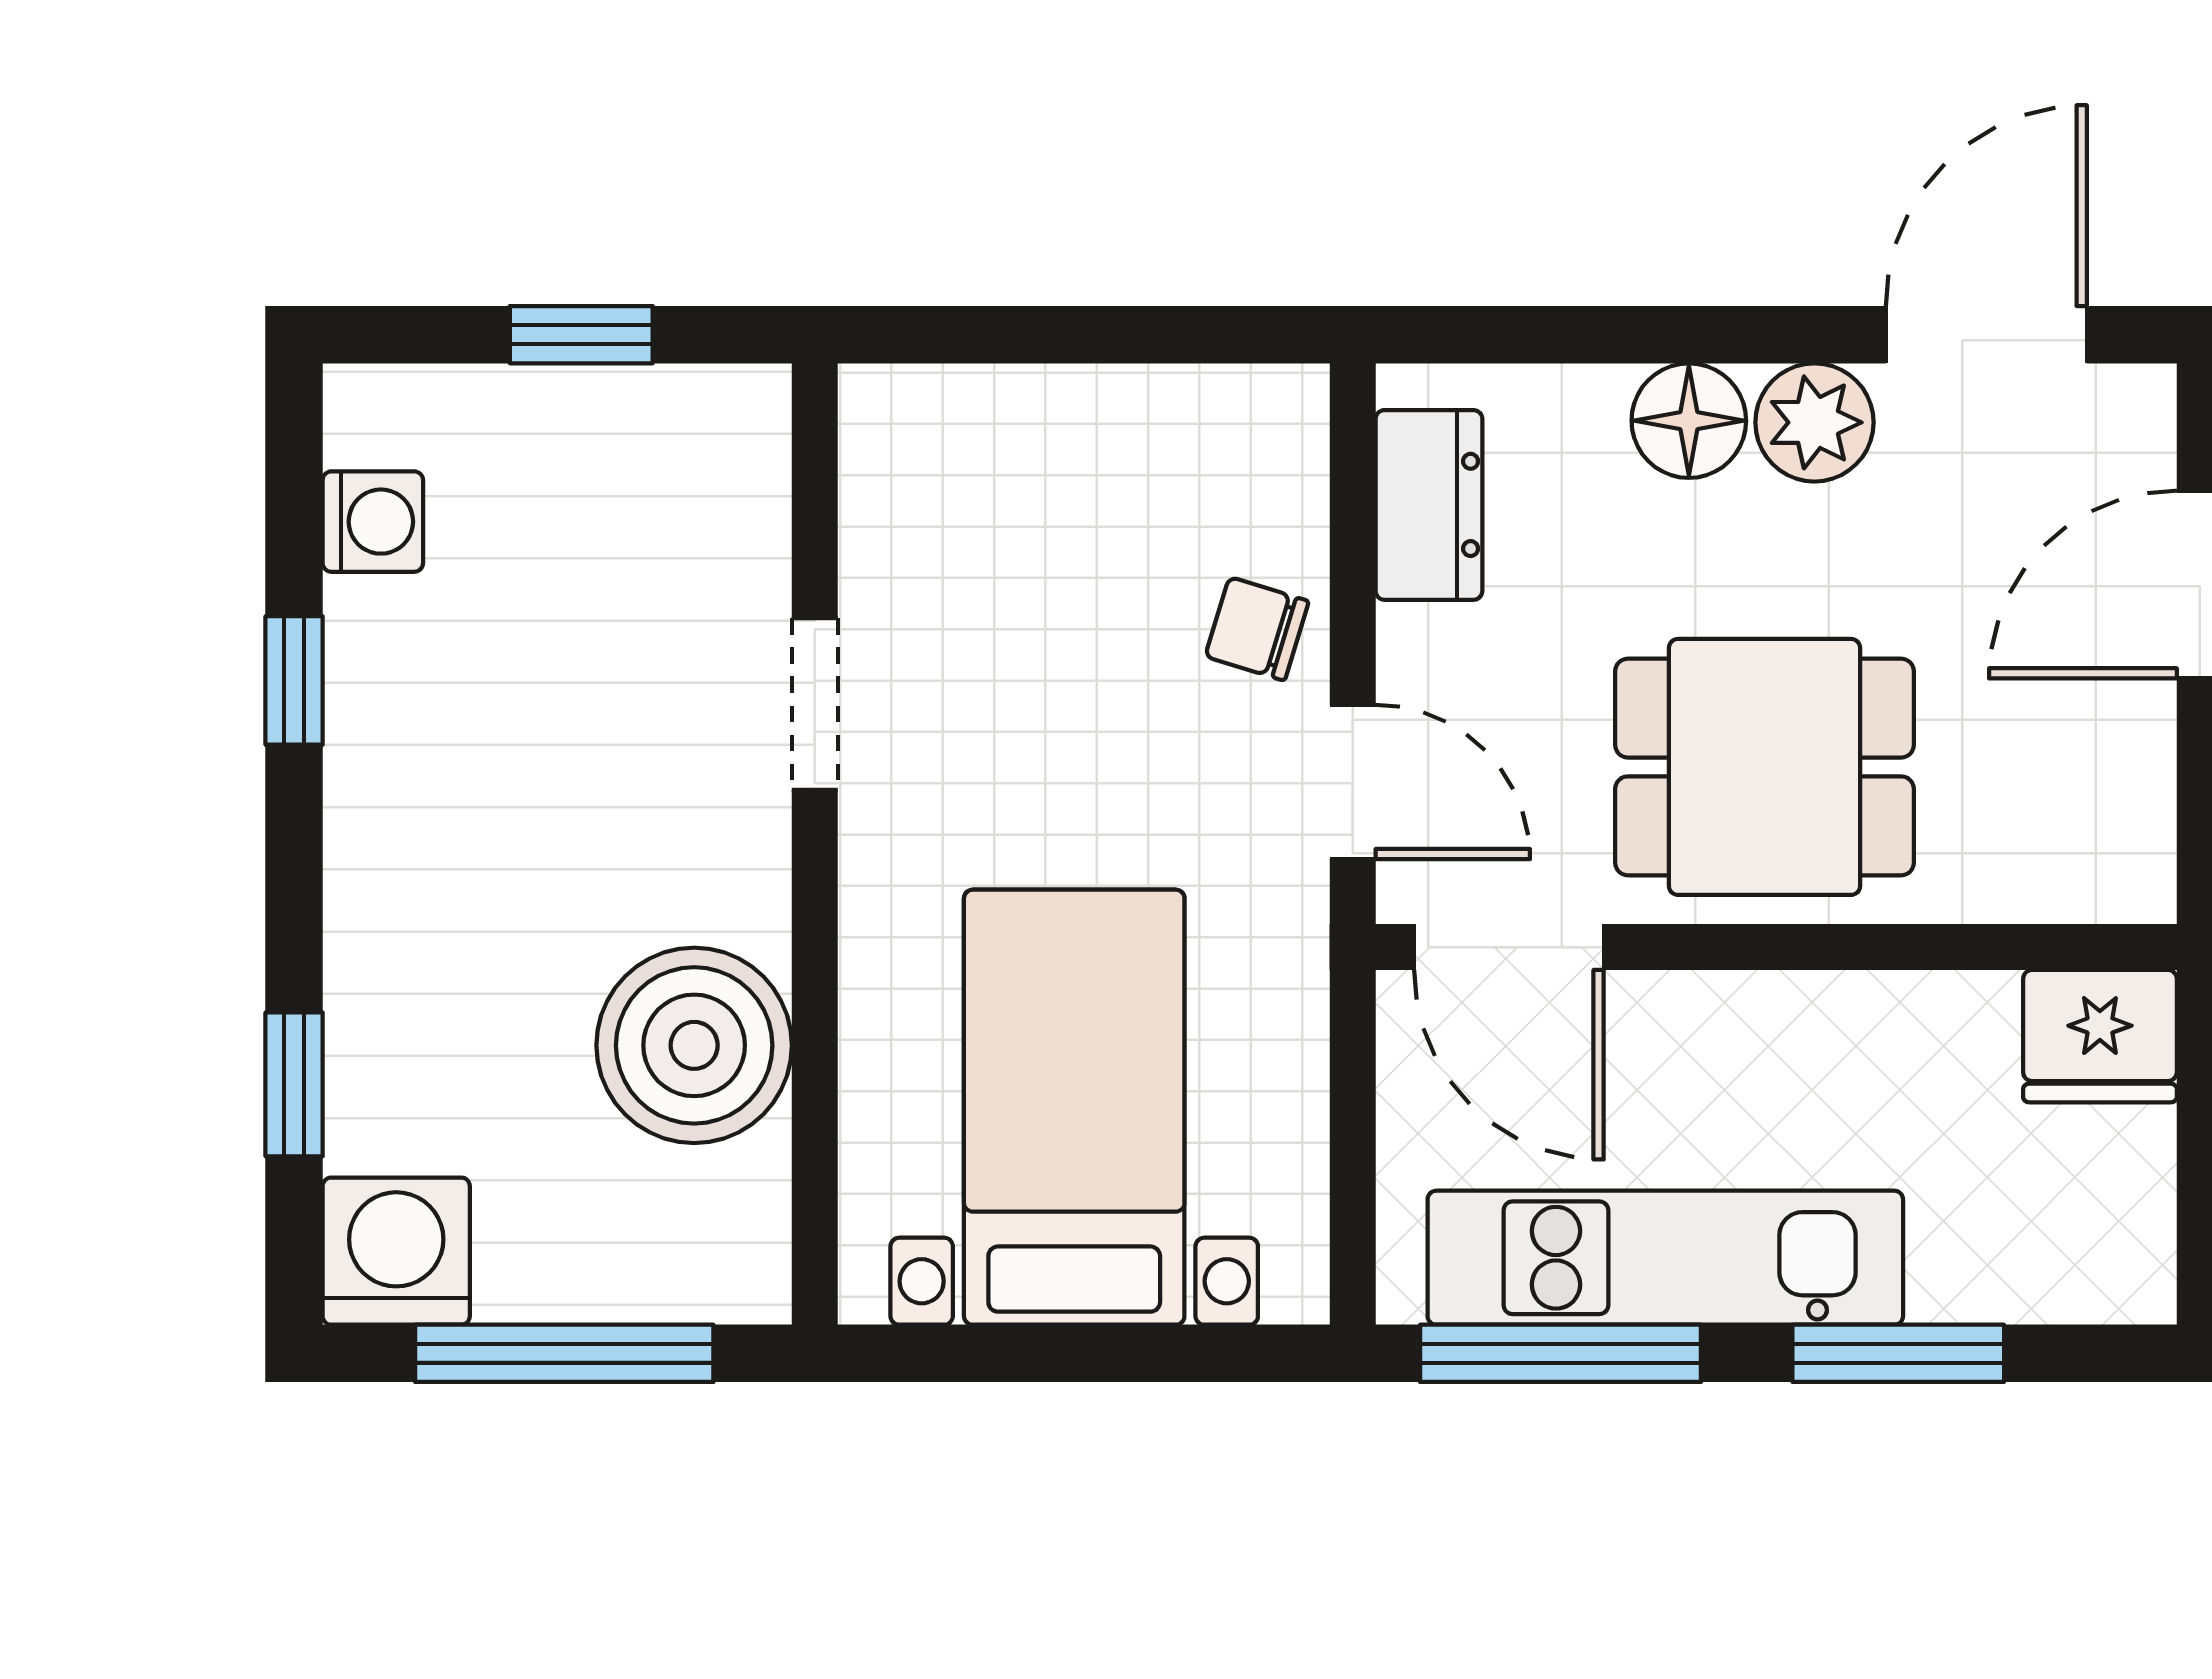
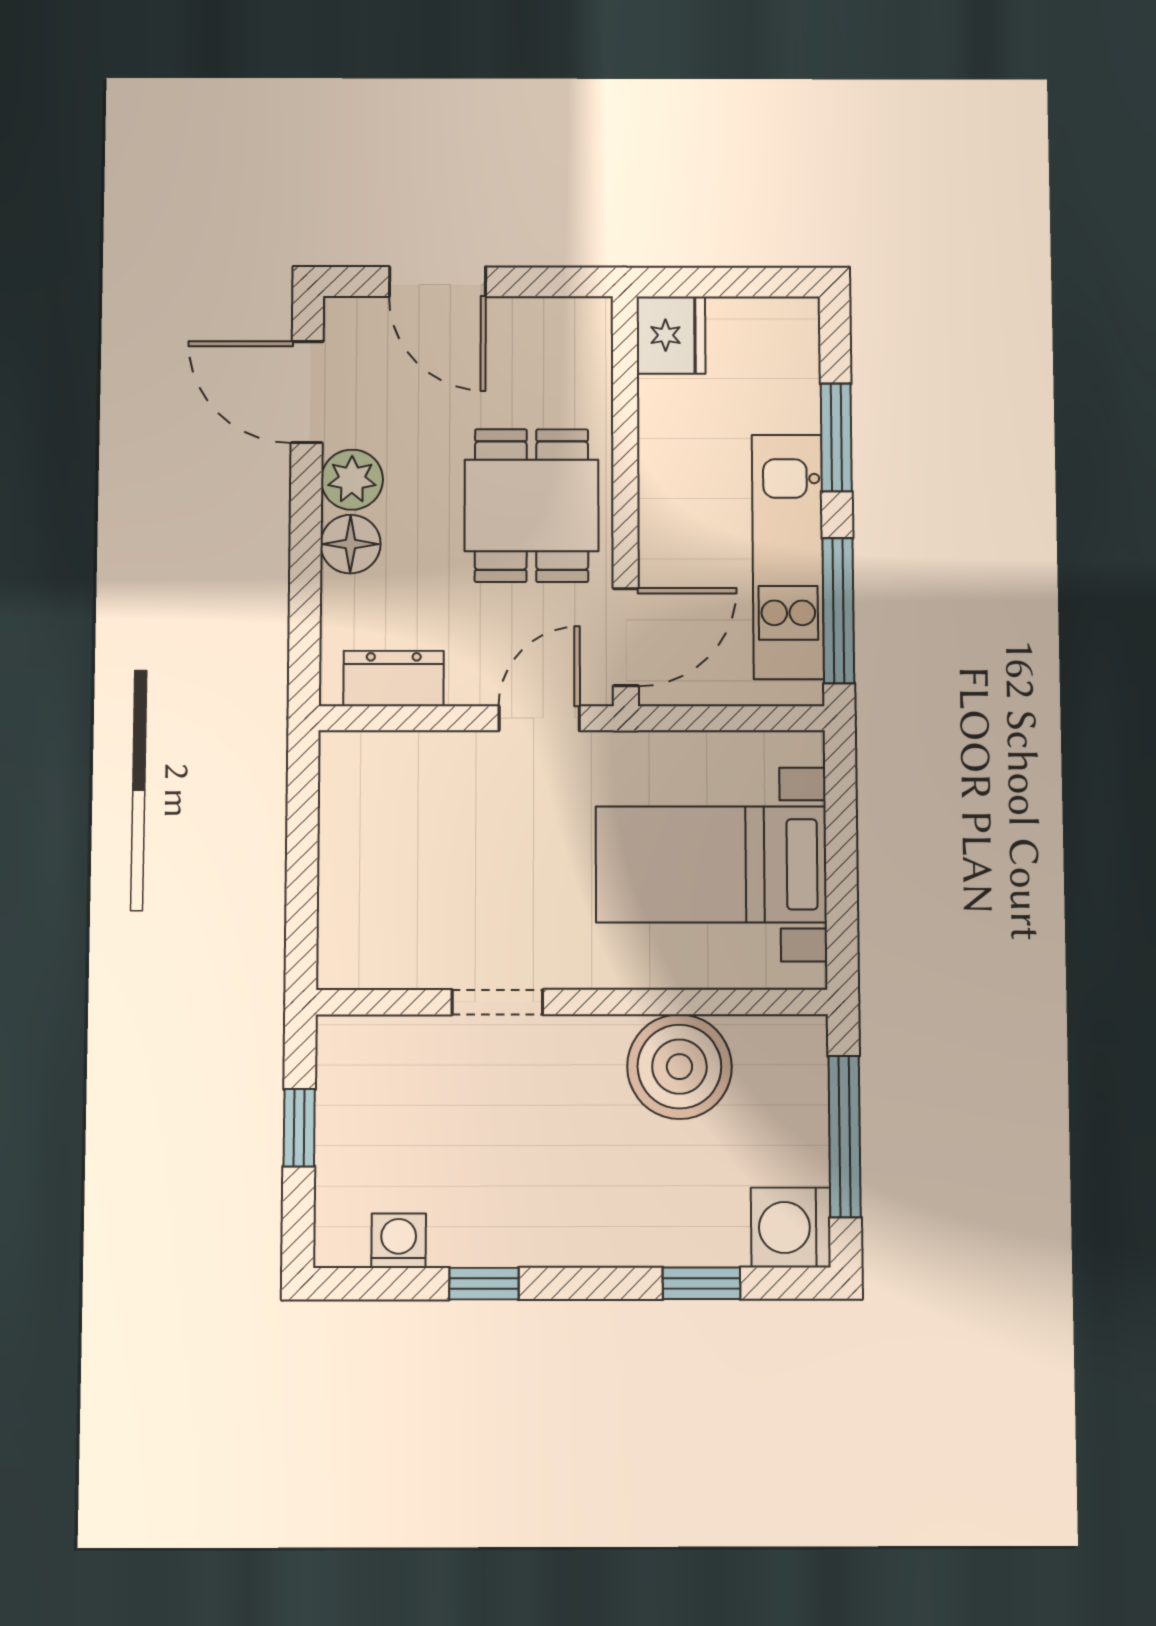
chair: (1257, 629) -> (458, 768), removed

